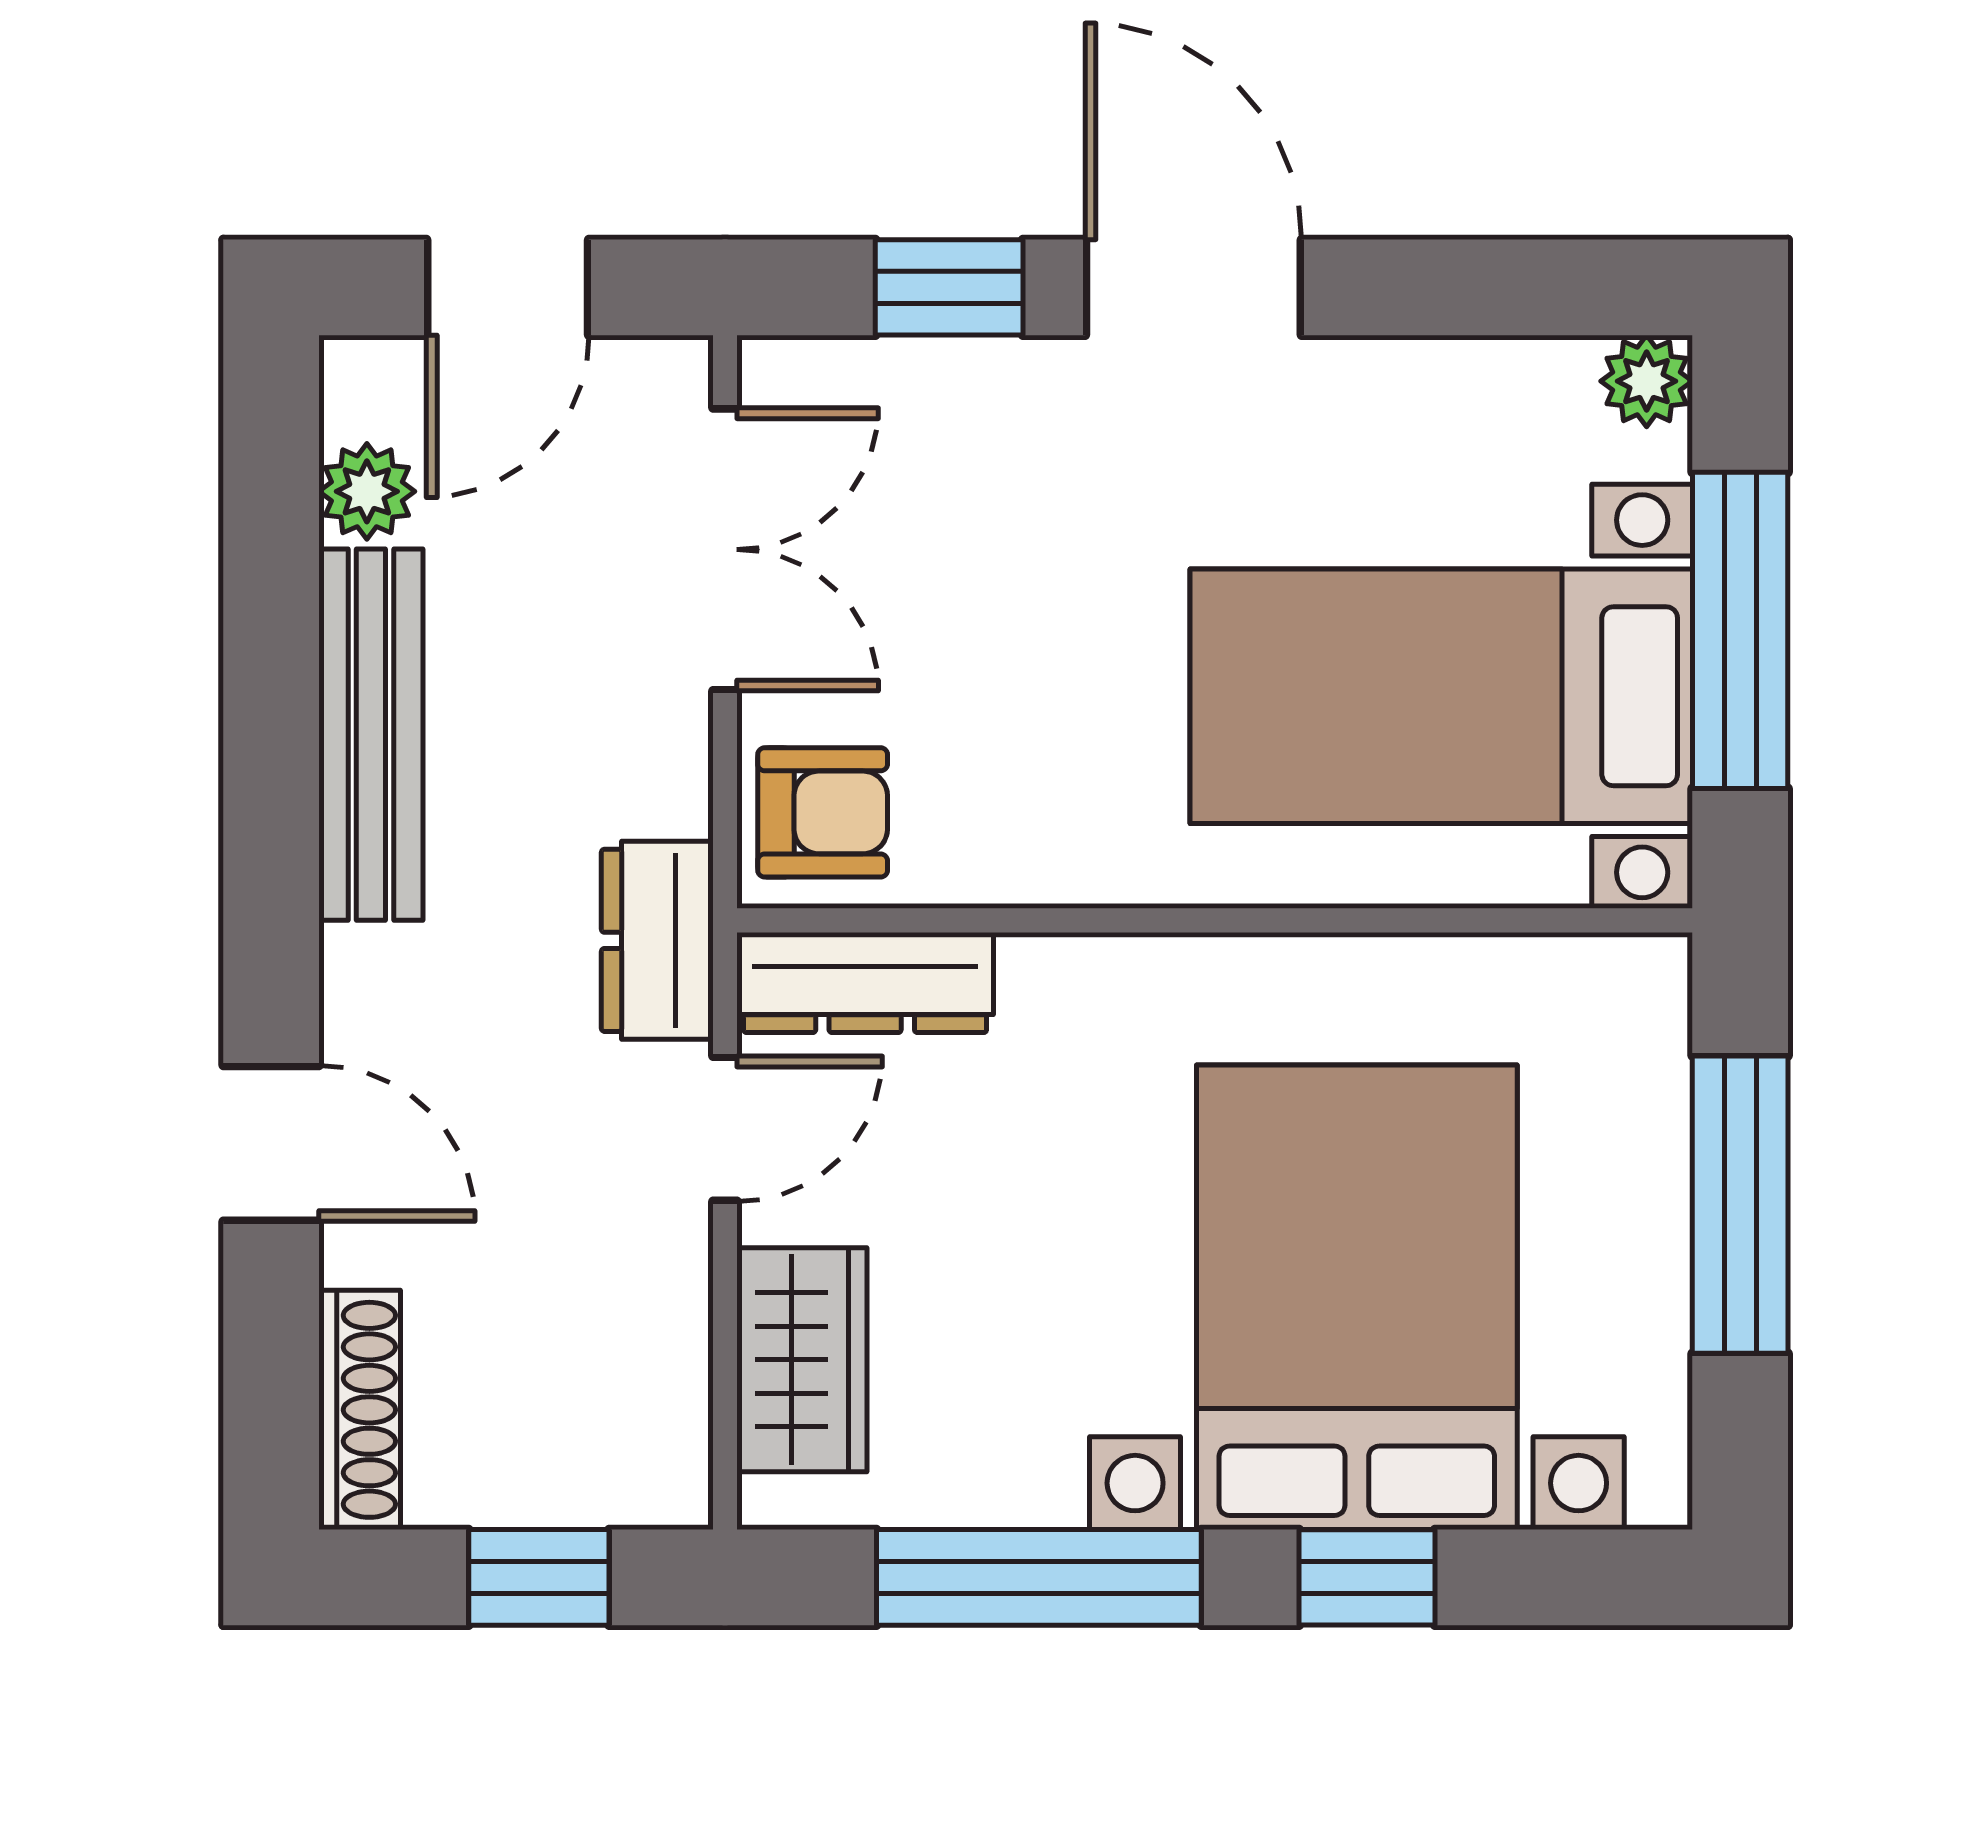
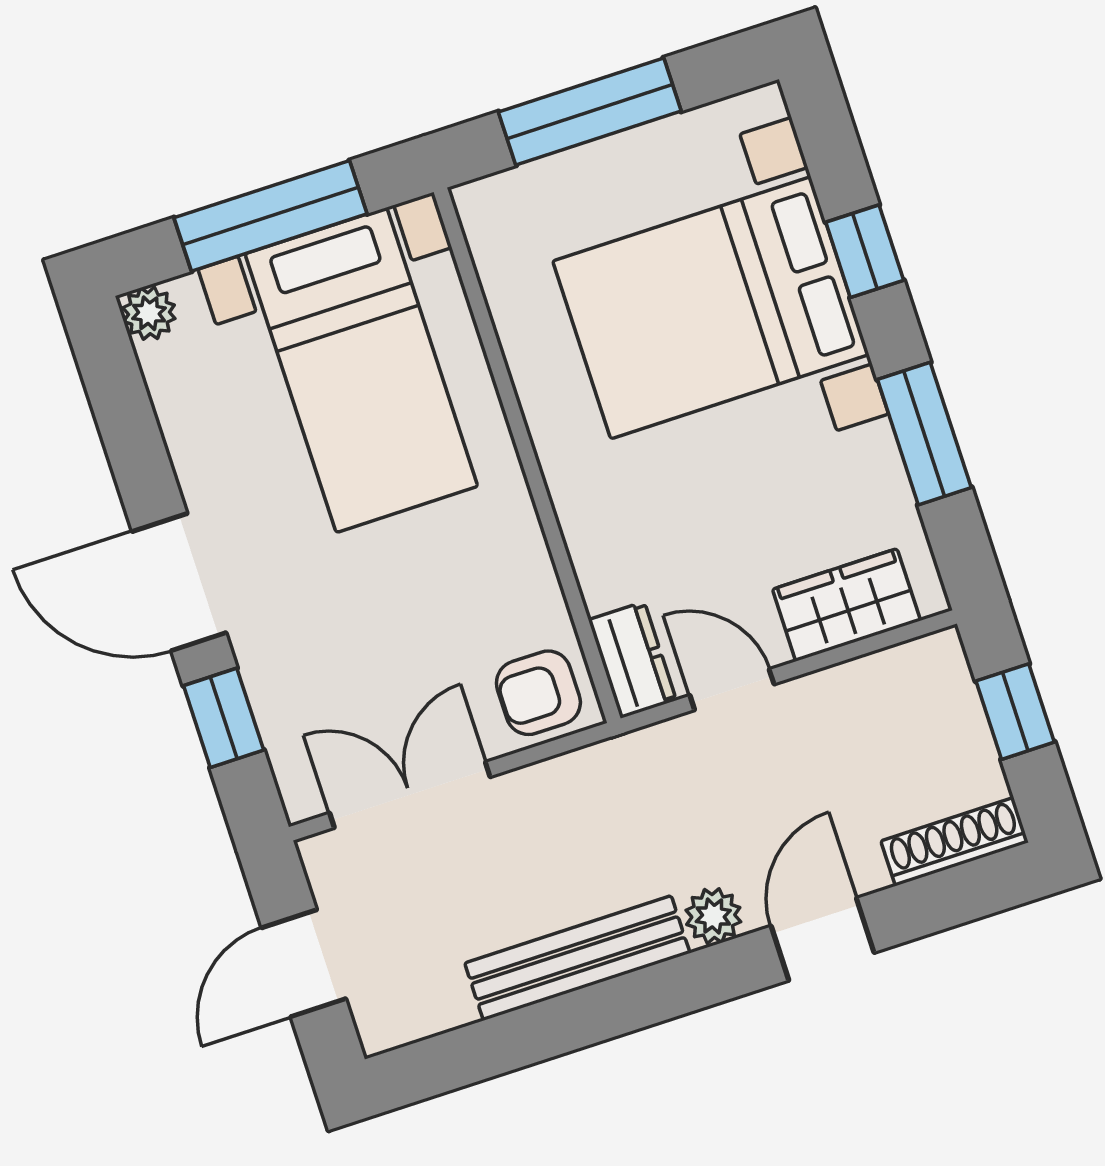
door: (508, 287) -> (304, 963), swing flipped
door: (1193, 287) -> (179, 582), hinge flipped
plant: (367, 491) -> (713, 916), moved
armchair: (823, 812) -> (538, 693), turned -90
dresser: (657, 940) -> (640, 761), removed
dresser: (865, 983) -> (632, 660), width x0.70
window: (1039, 1577) -> (924, 434), width x0.69

